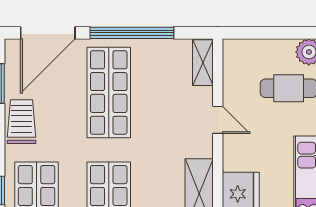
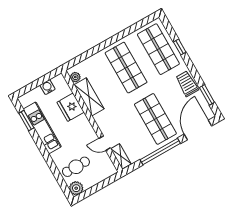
door: (218, 120) -> (105, 143), moved
trolley: (22, 122) -> (187, 84), turned 180

